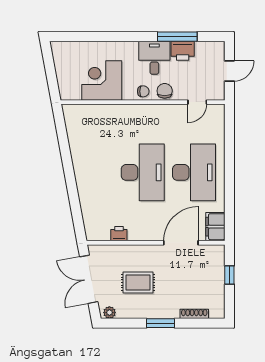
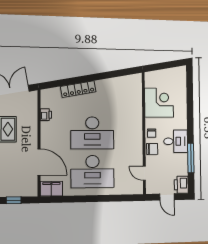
printer: (183, 51) -> (181, 185), moved
locker: (85, 191) -> (78, 89), added

